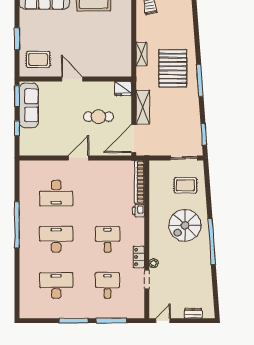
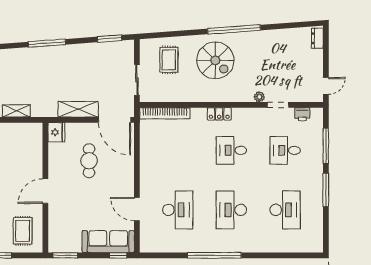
pallet: (173, 68) -> (33, 75), removed
sofa: (29, 105) -> (108, 242), moved
window: (17, 128) -> (118, 255), moved
door: (78, 158) -> (137, 209), moved
sliding door: (184, 158) -> (137, 80), moved
printer: (139, 211) -> (302, 114), moved
locker: (139, 257) -> (219, 114), moved
desk: (56, 286) -> (285, 210), turned 180
dresser: (193, 313) -> (317, 38), moved
door: (163, 321) -> (326, 86), swing flipped

